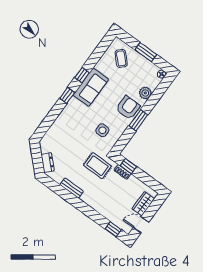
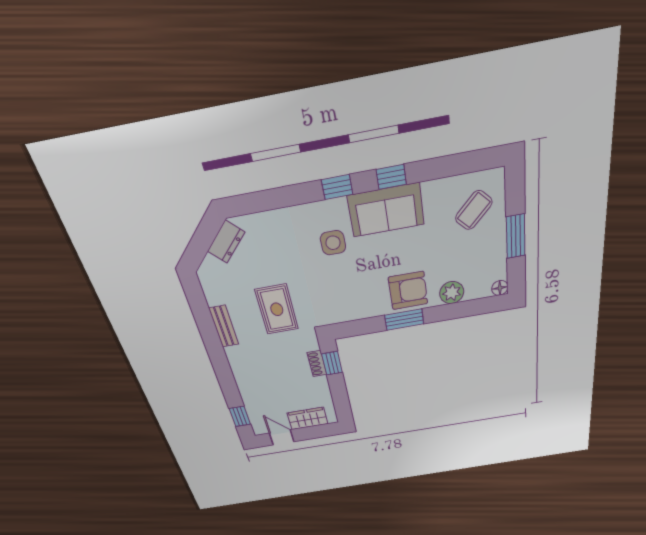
side table: (102, 130) -> (333, 243), moved
dresser: (48, 163) -> (226, 242), moved
rug: (97, 166) -> (277, 309), moved

